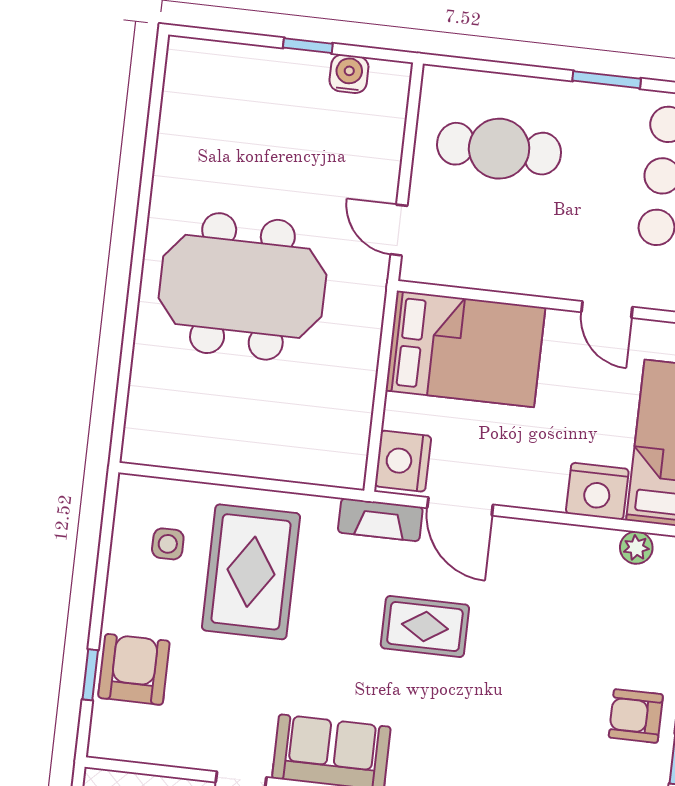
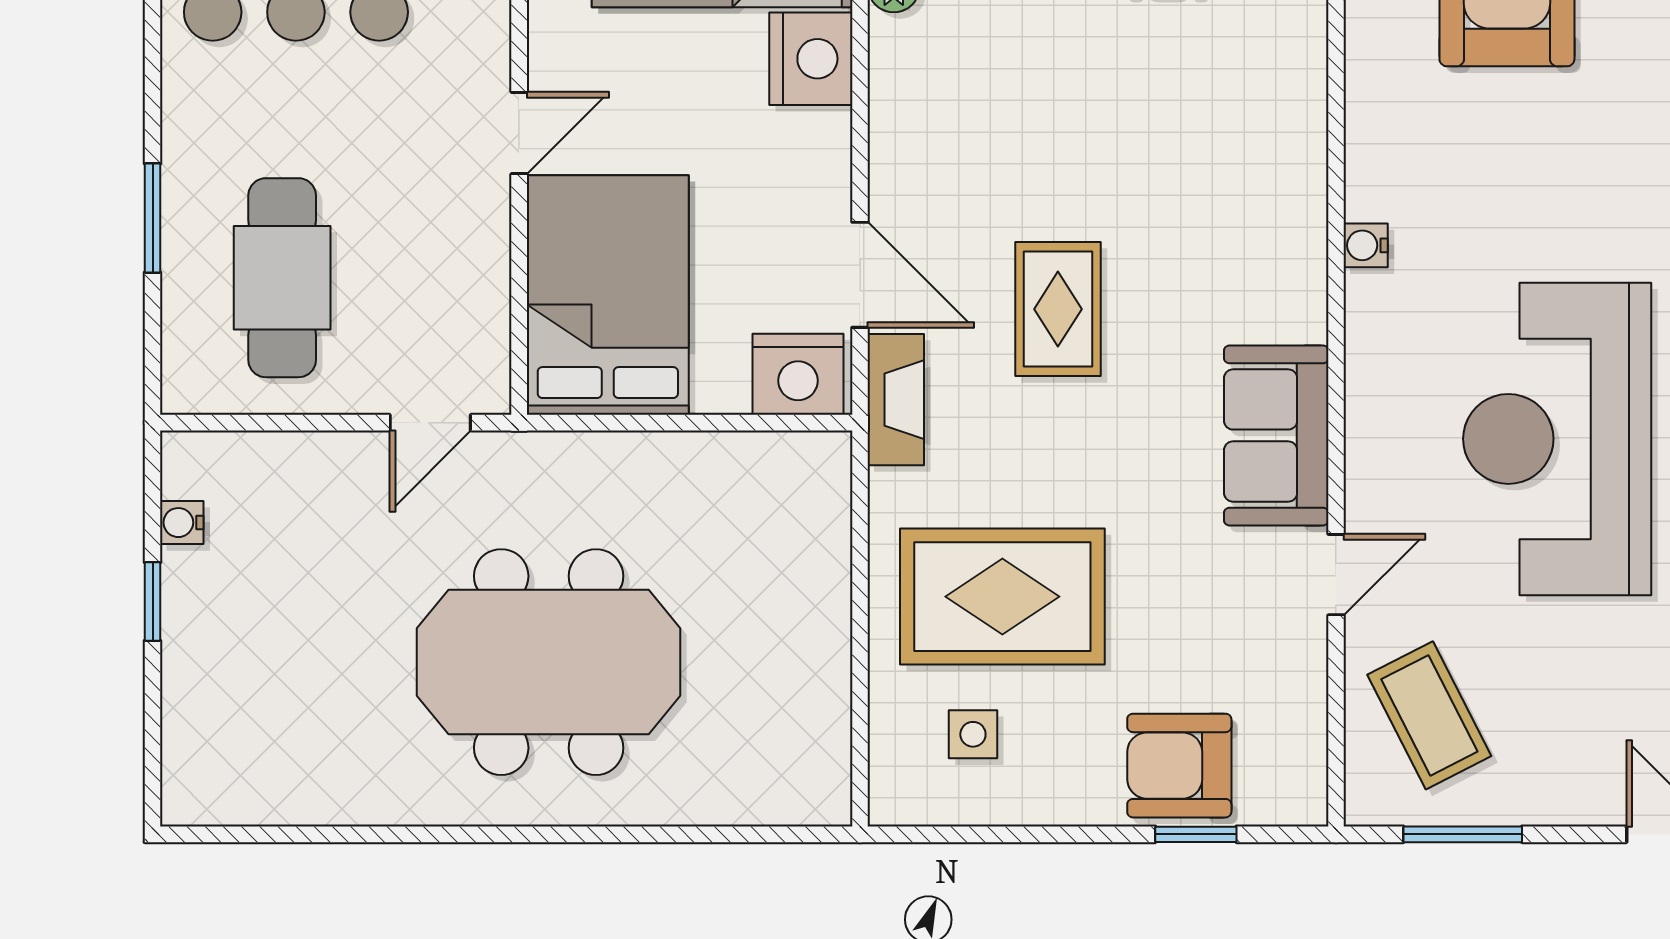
water cooler: (349, 74) -> (182, 523), width x0.72, depth x0.72
window: (607, 80) -> (153, 218), moved
meeting table: (242, 286) -> (549, 662), turned 90
door: (607, 309) -> (519, 133), moved
door: (460, 506) -> (860, 275), hinge flipped

